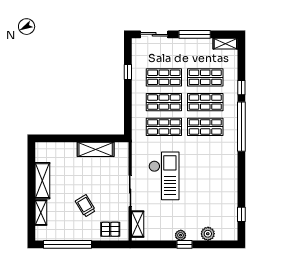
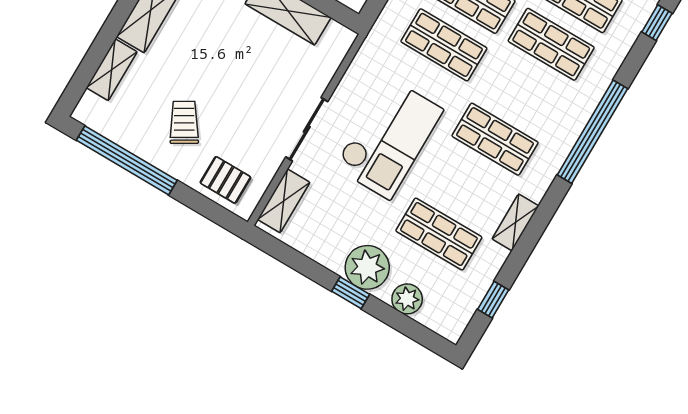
window: (241, 88) -> (657, 23), moved
shop shelf: (205, 127) -> (495, 139), moved
shelving: (232, 179) -> (515, 222), added
shop shelf: (205, 201) -> (439, 234), added
trolley: (85, 206) -> (184, 122), moved
plant: (181, 235) -> (367, 267), width x1.88, depth x1.88

